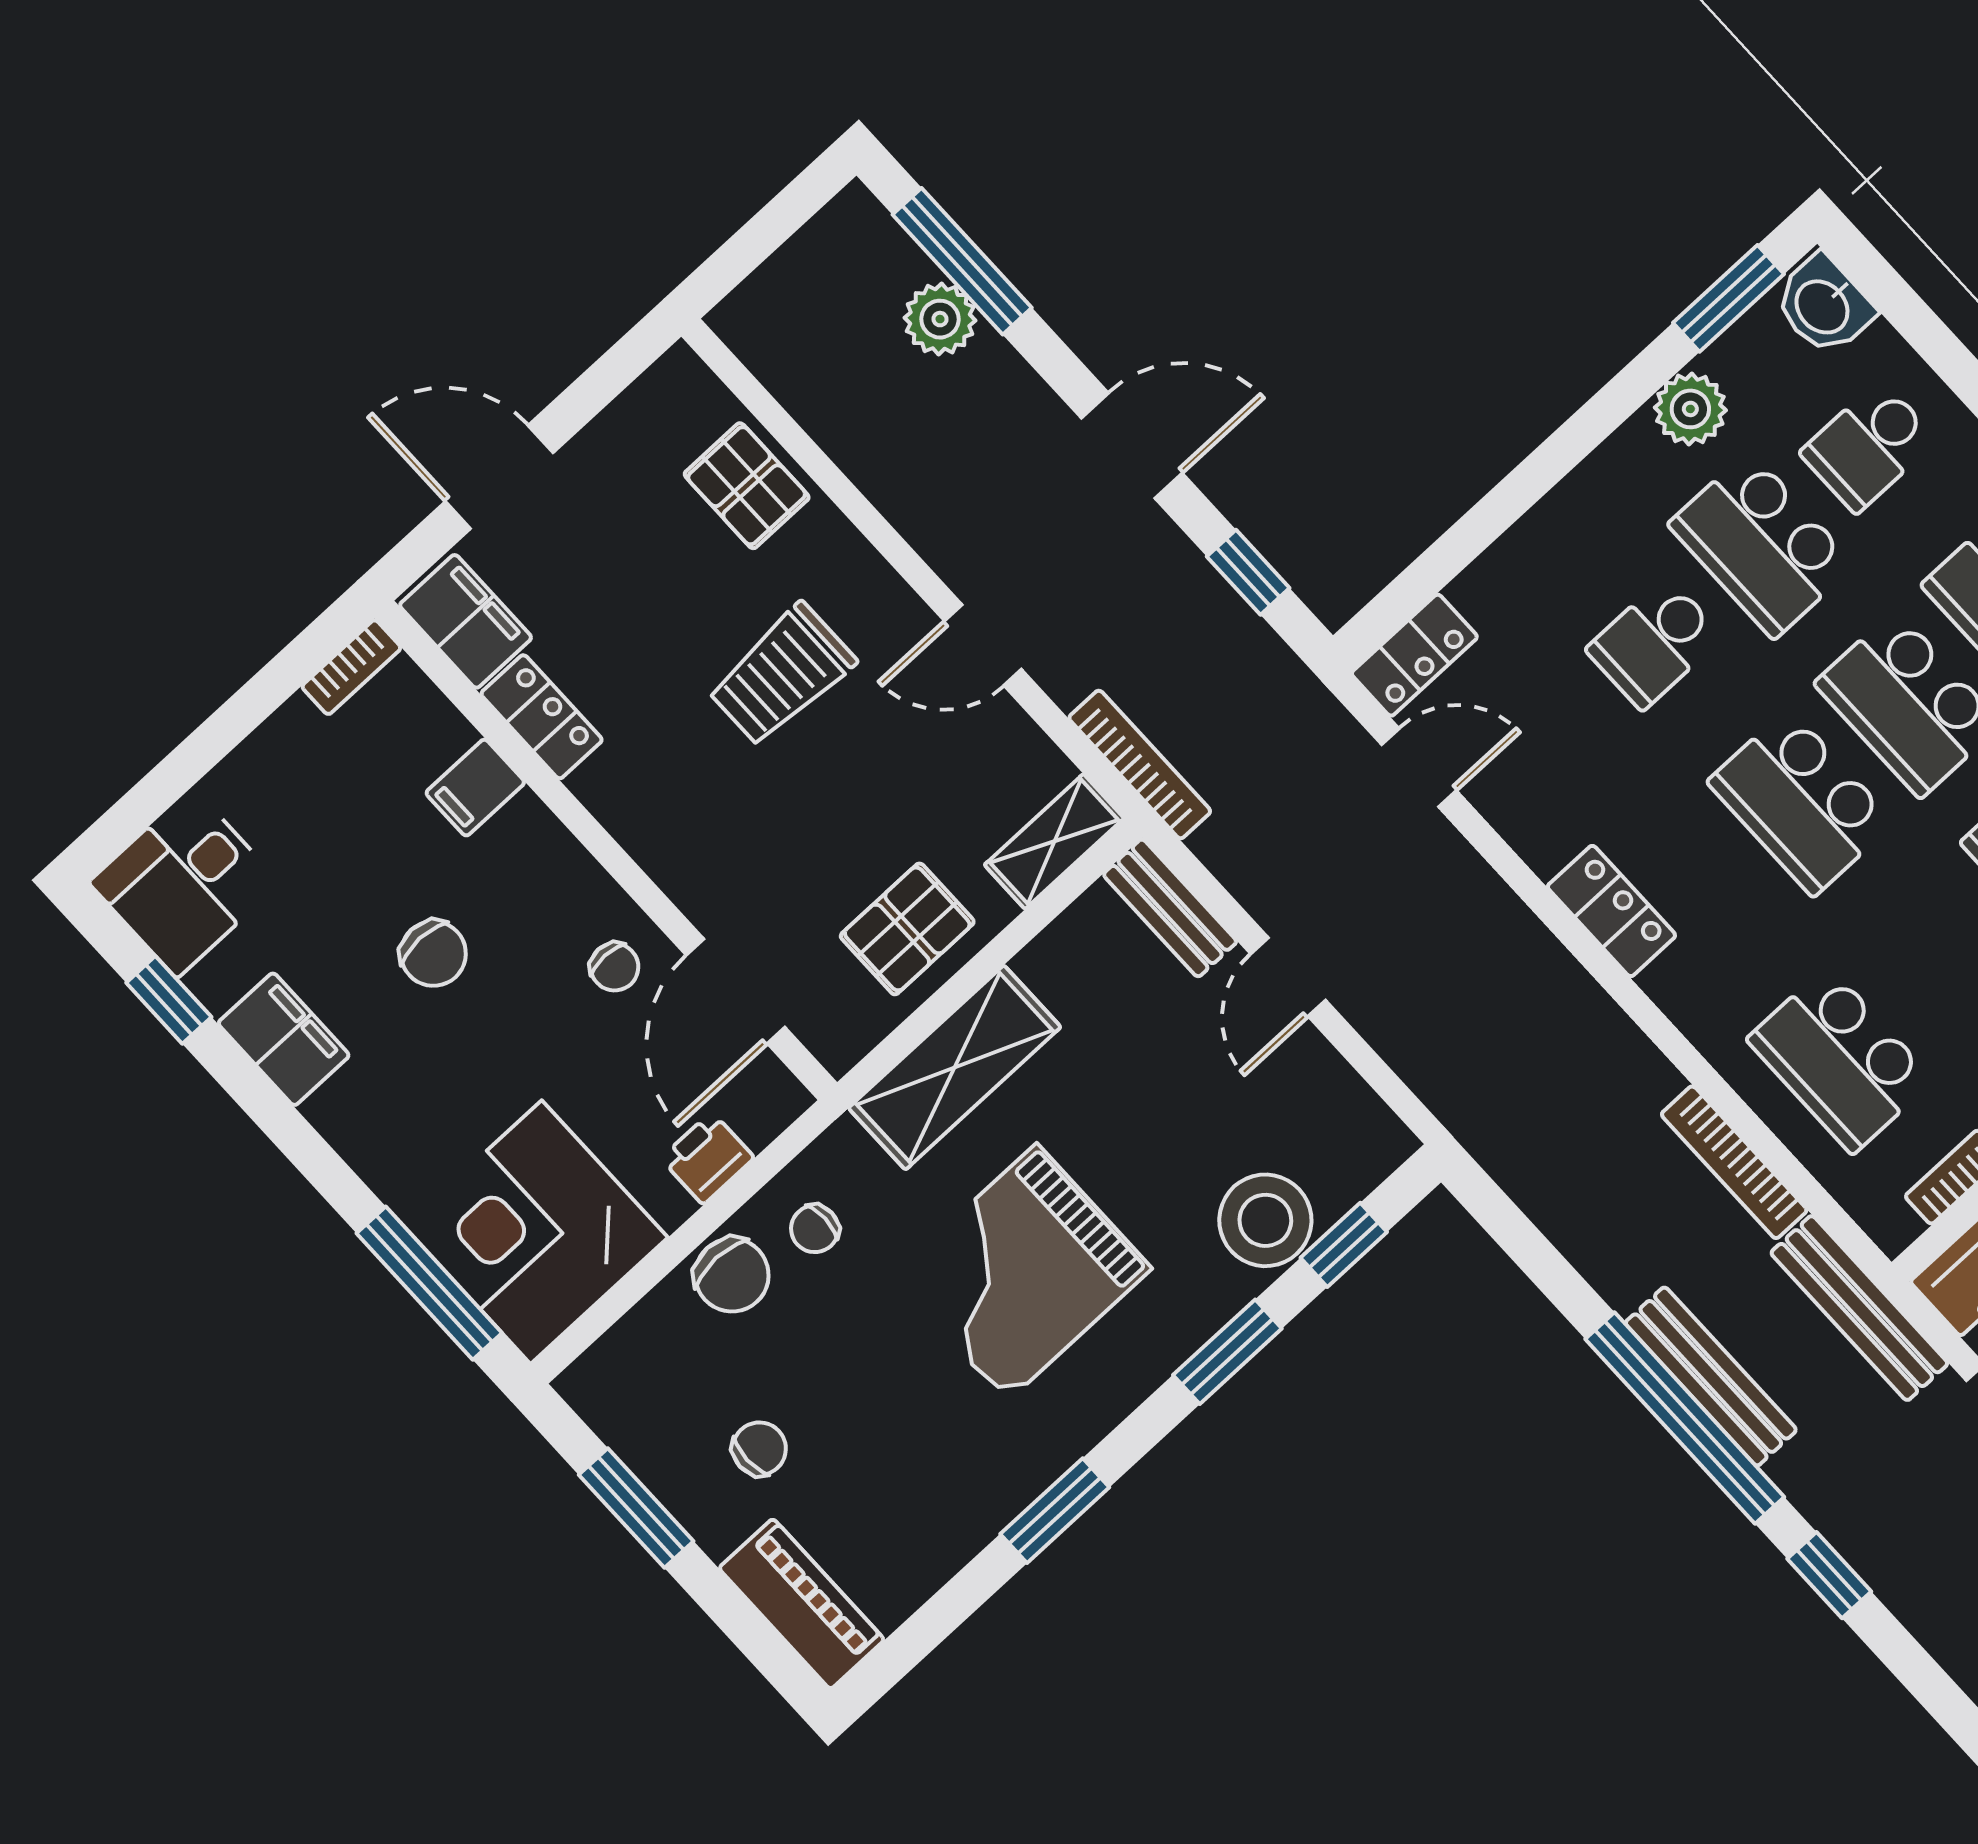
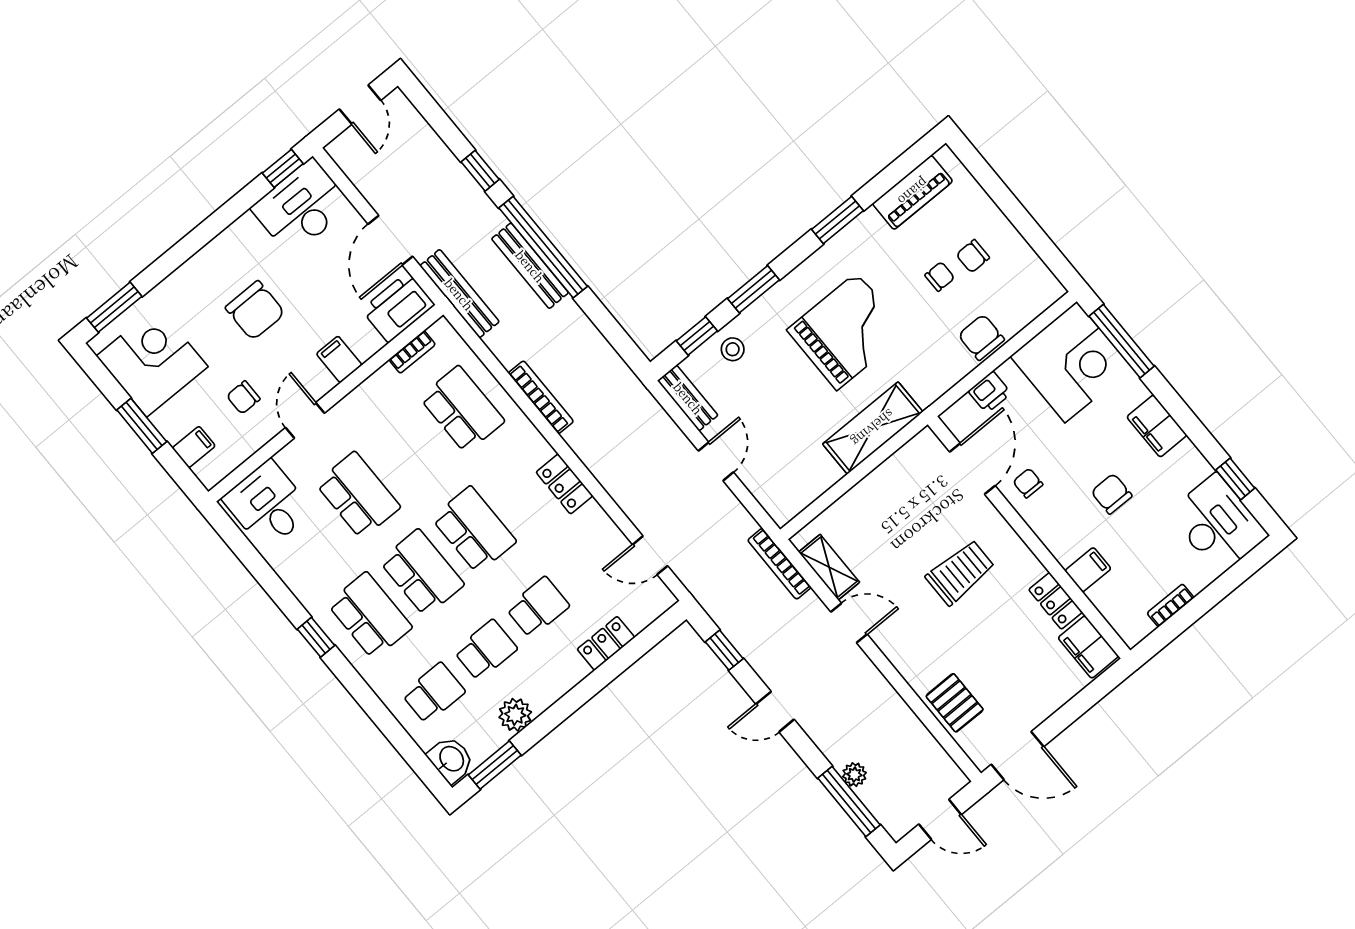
door: (764, 233) -> (940, 819), added
plant: (940, 319) -> (854, 775), width x0.73, depth x0.73
door: (1132, 446) -> (775, 712), width x0.73
door: (499, 477) -> (1018, 756), moved
school desk: (1762, 545) -> (486, 650), width x0.54
locker: (1414, 655) -> (606, 643), moved
bookcase: (351, 667) -> (1171, 605), moved
trolley: (782, 675) -> (960, 572), moved
shelving: (1054, 841) -> (829, 567), moved, turned 90
desk: (185, 883) -> (1218, 524), width x1.37
bench: (1170, 908) -> (688, 398), moved
pallet: (907, 929) -> (891, 493), removed
filing cabinet: (284, 1039) -> (1157, 426), moved
bookcase: (1734, 1162) -> (541, 397), moved
stool: (1265, 1220) -> (733, 349), width x0.53, depth x0.53
chair: (815, 1229) -> (940, 277), moved
window: (636, 1508) -> (1031, 232), removed
piano: (802, 1604) -> (913, 192), moved, turned -90

